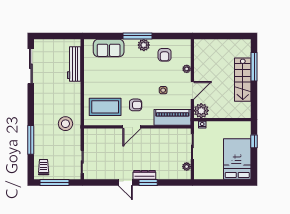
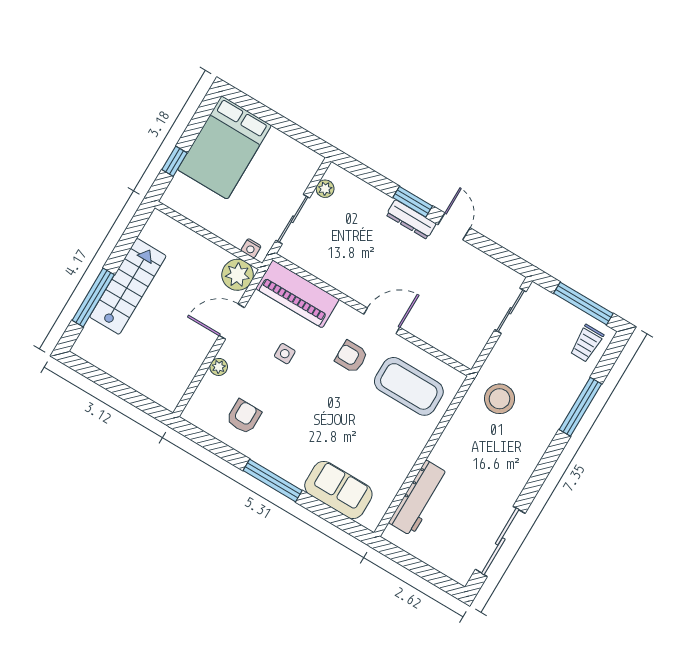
plant: (144, 45) -> (271, 457), removed

